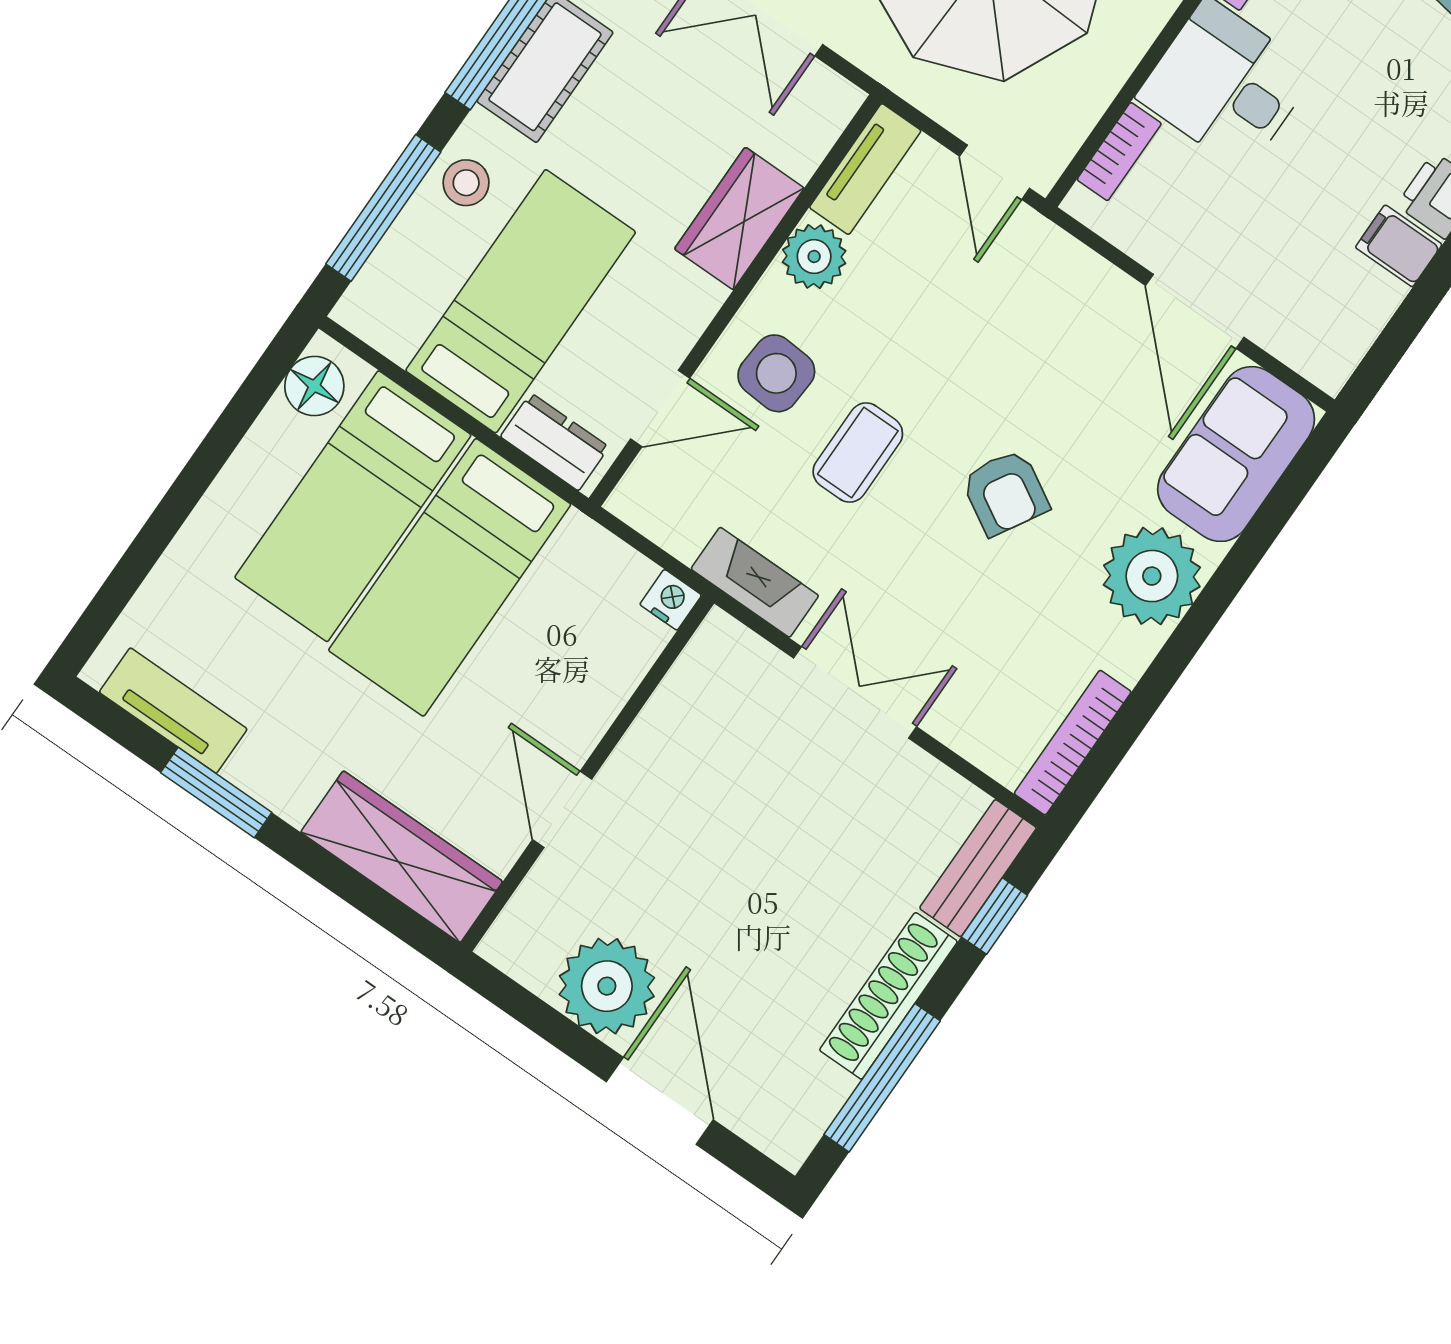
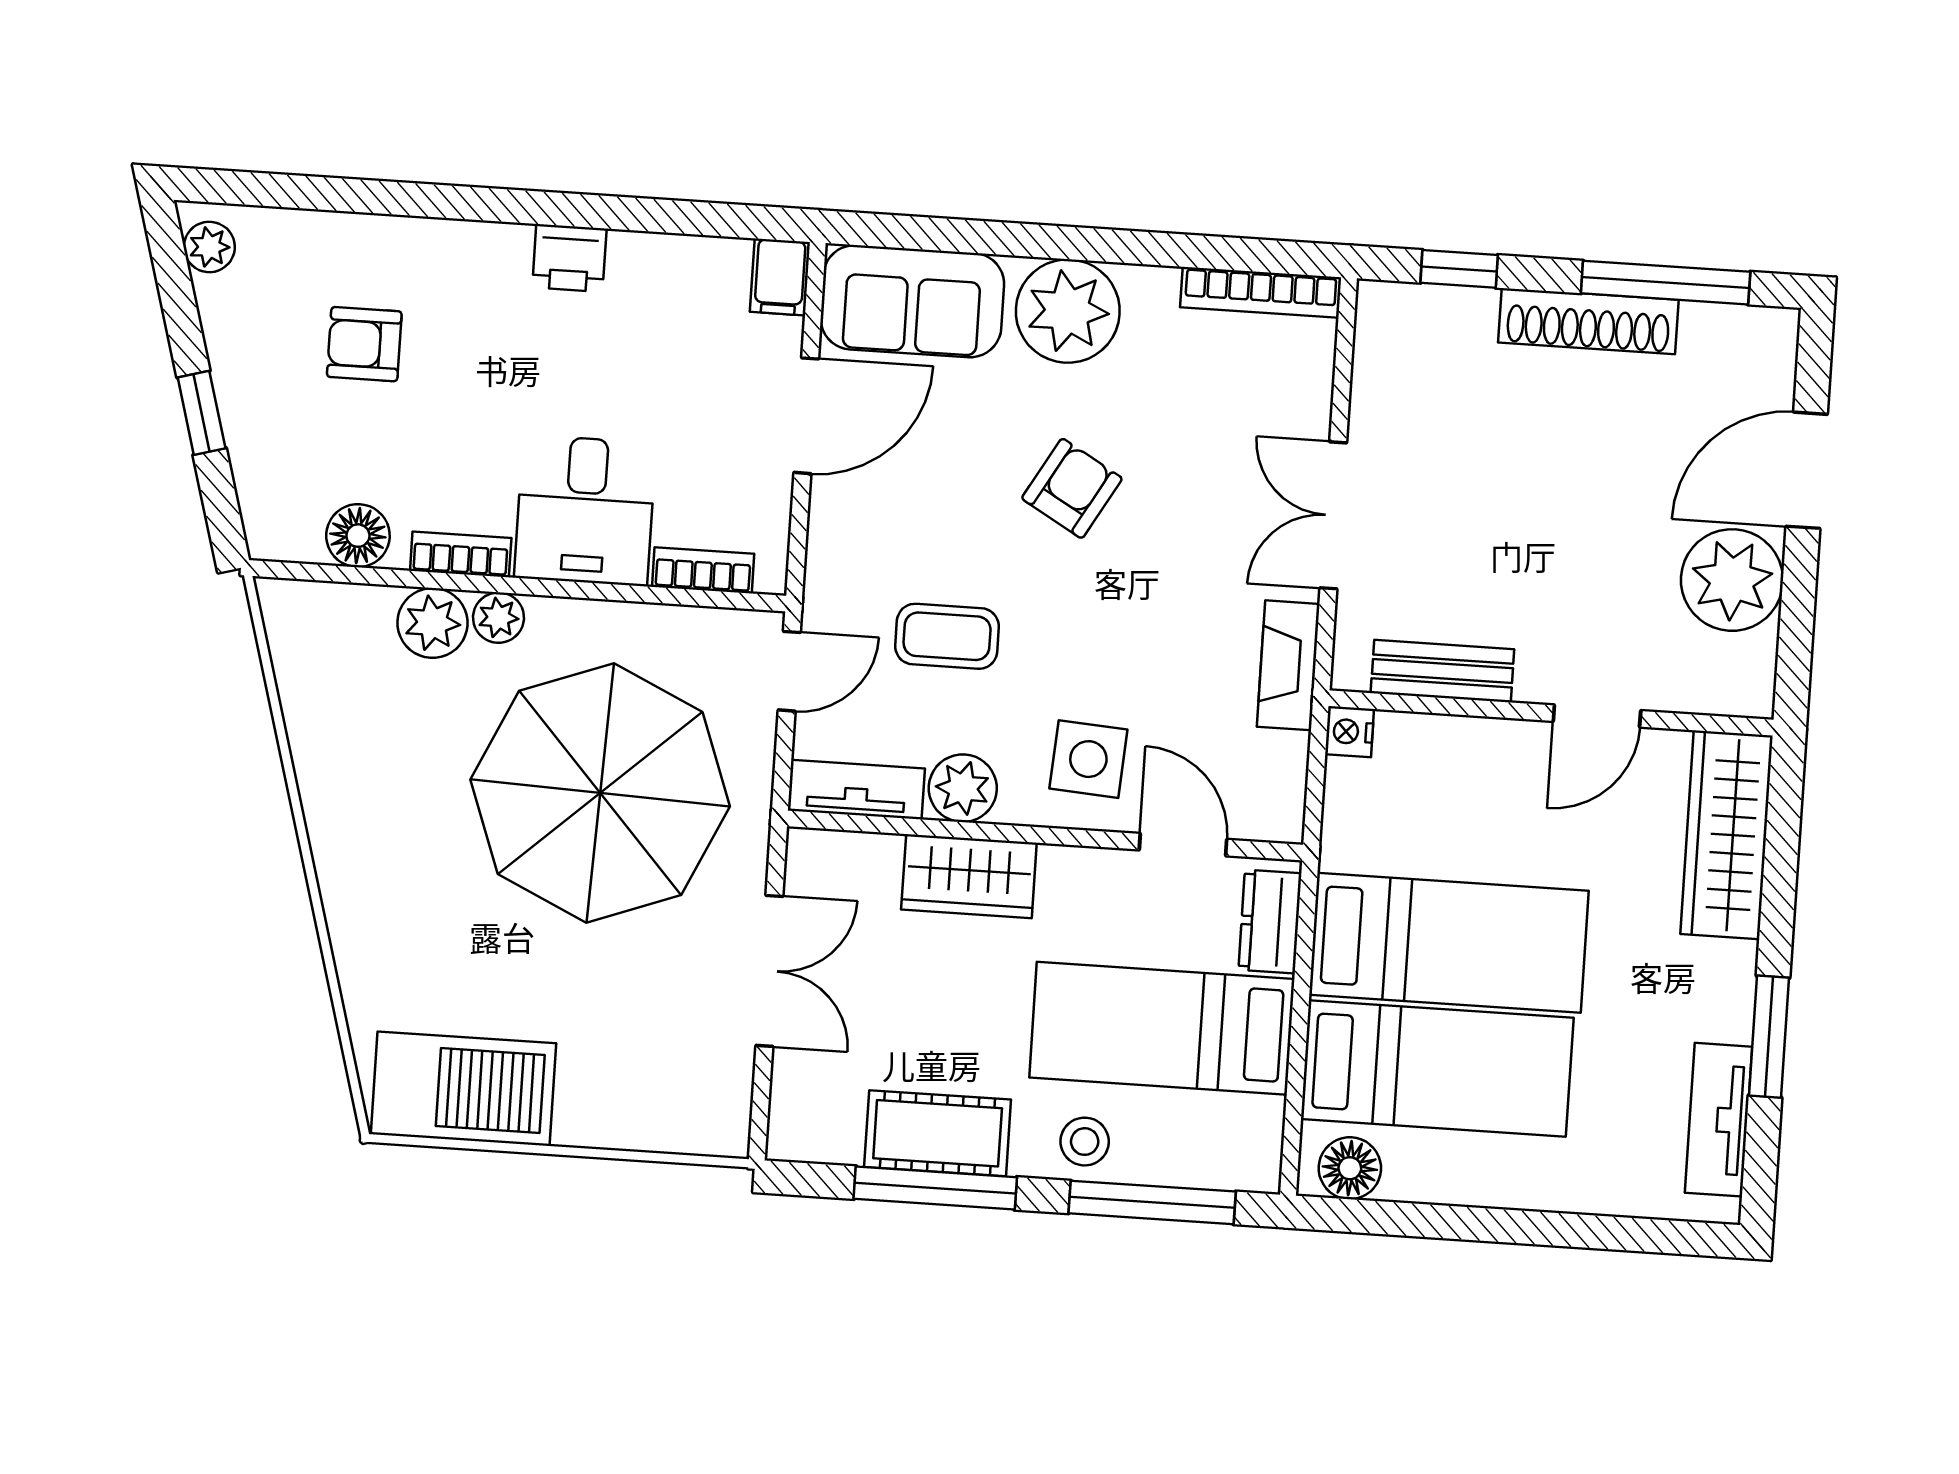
filing cabinet: (1399, 246) -> (780, 277), moved
coffee table: (858, 453) -> (947, 636), moved
bench: (978, 868) -> (1442, 671), moved

